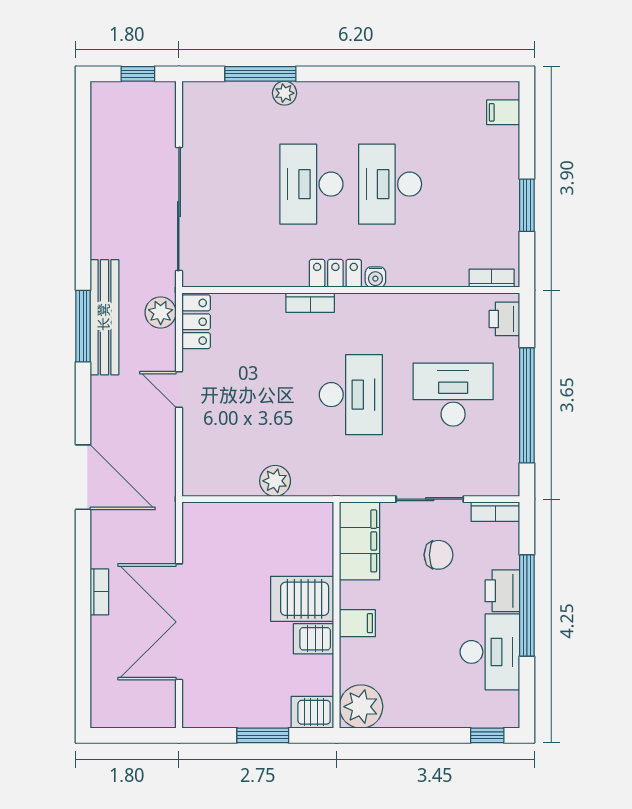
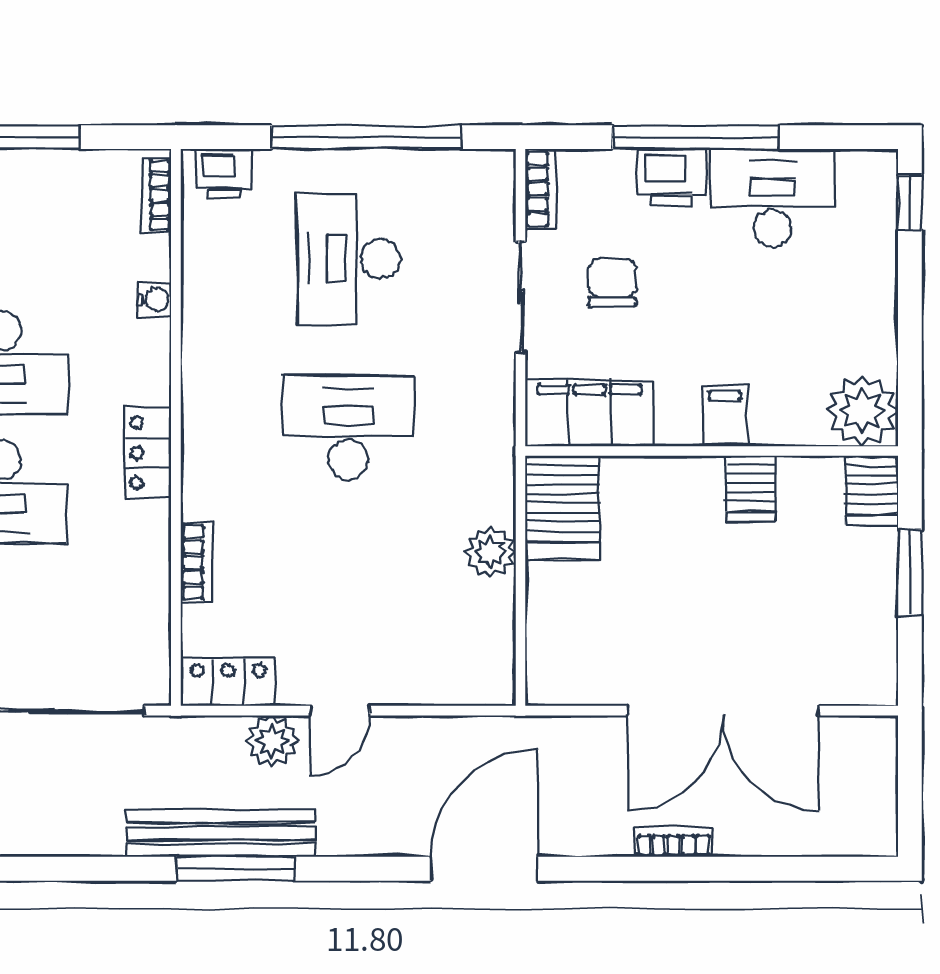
water cooler: (375, 277) -> (154, 299), moved
bookcase: (310, 303) -> (197, 562), moved
plant: (161, 312) -> (272, 741), moved
server rack: (302, 599) -> (562, 508), moved

